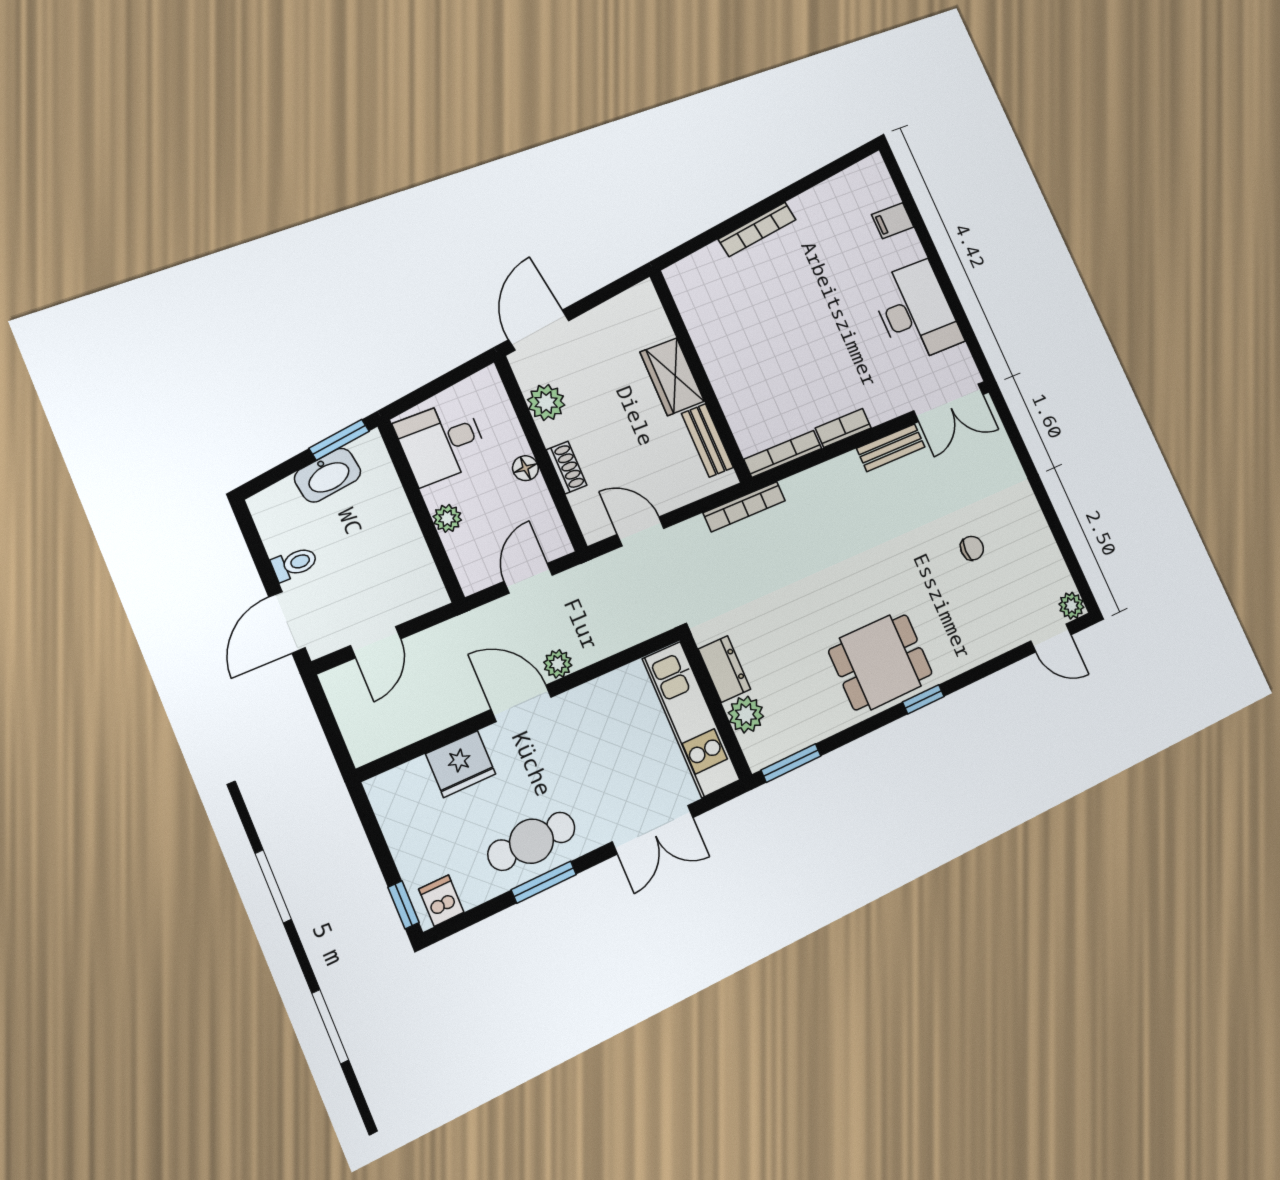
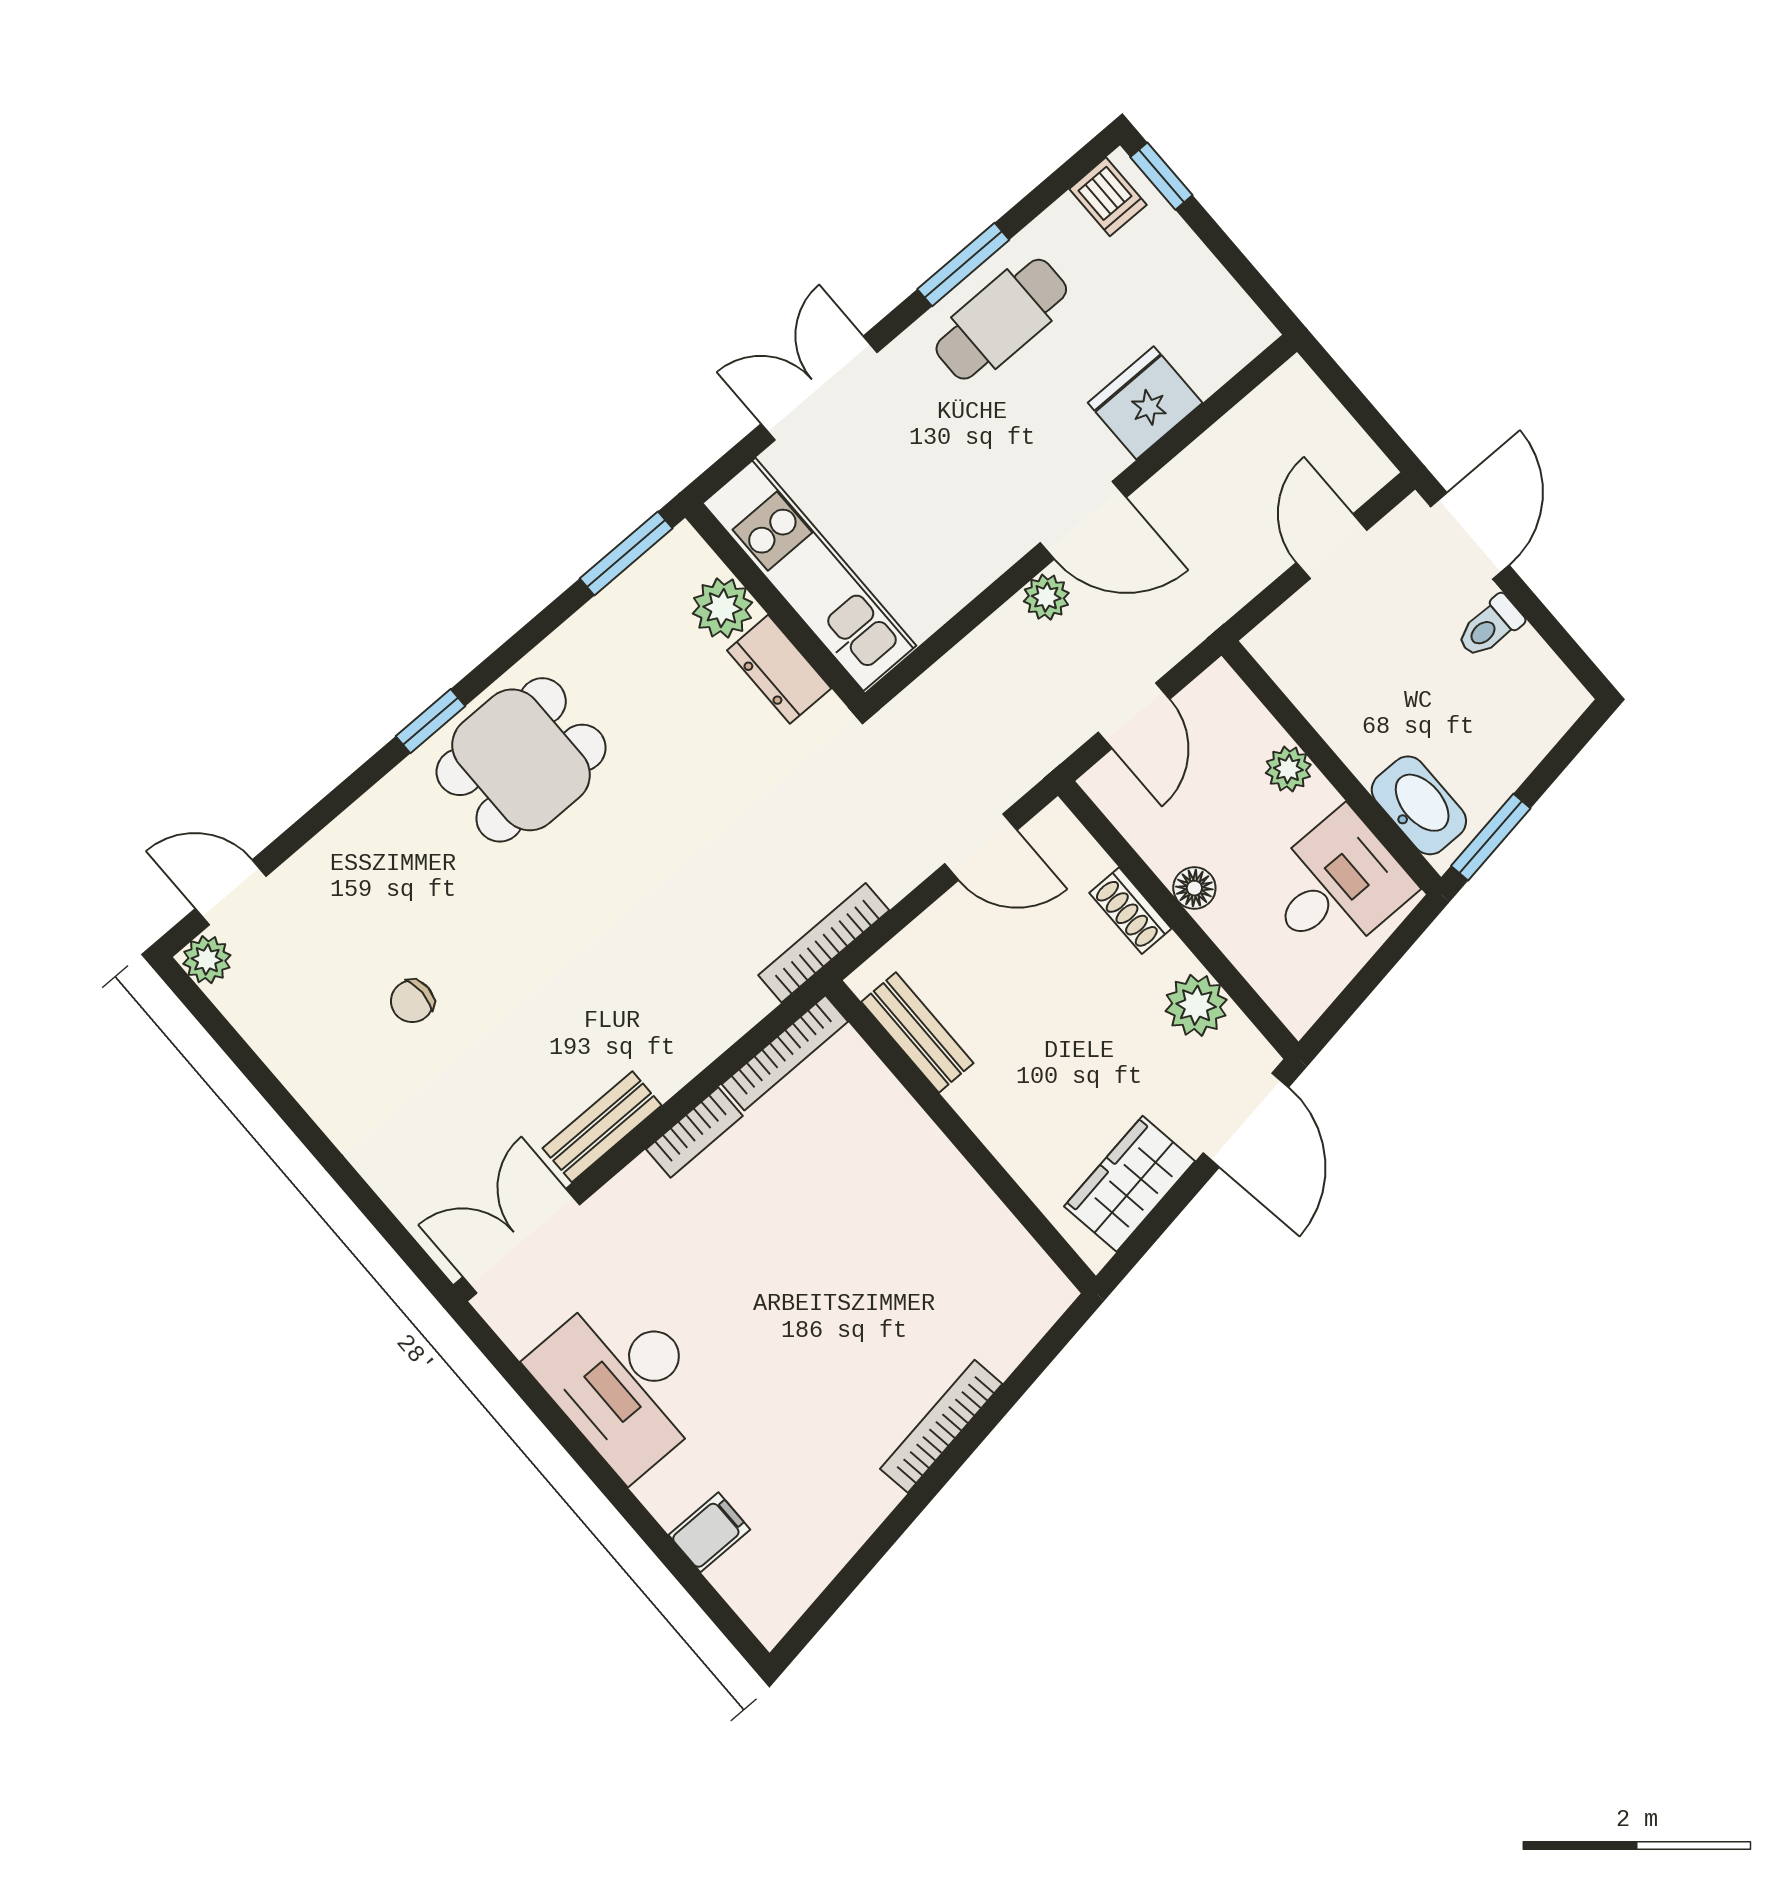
wardrobe: (672, 377) -> (1130, 1184), moved, turned -99
washbasin: (328, 475) -> (1419, 805), moved, turned 99

